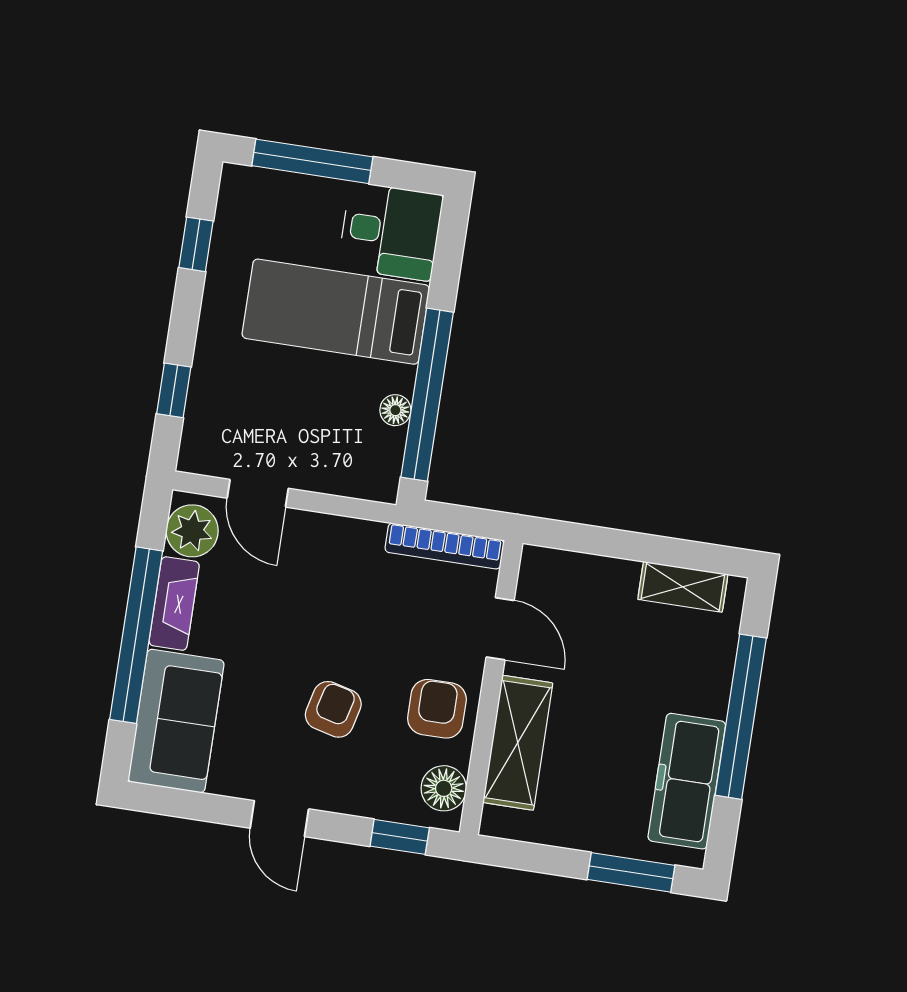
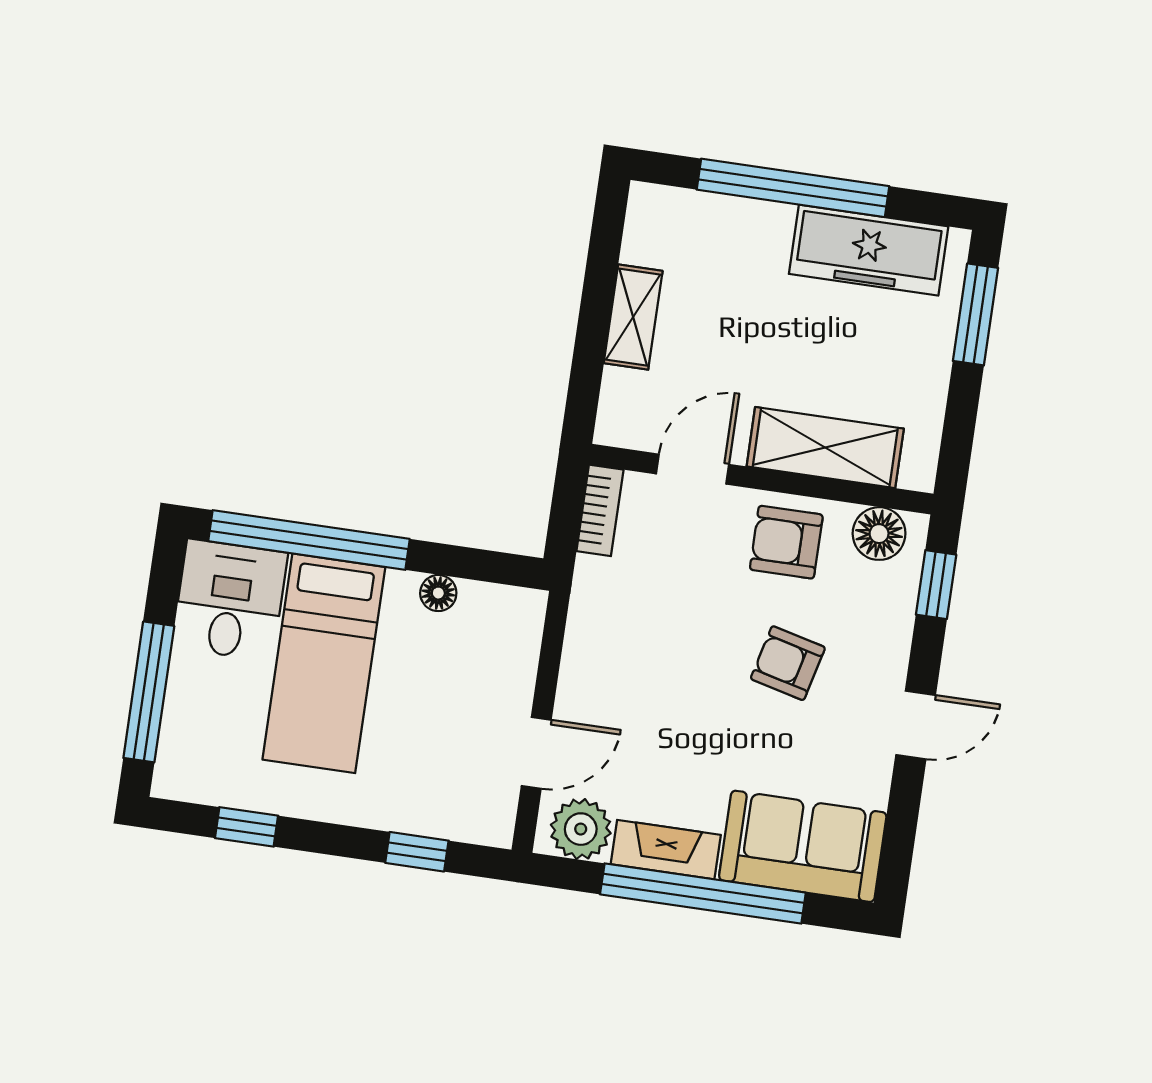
window: (427, 395) -> (309, 540), moved
bookcase: (444, 546) -> (600, 510), width x0.64
shelving: (683, 587) -> (633, 317), moved

